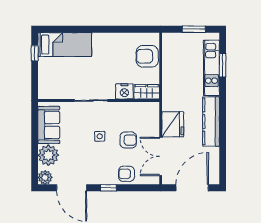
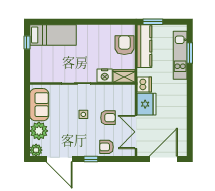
window: (194, 29) -> (153, 22), moved
armchair: (147, 56) -> (124, 45), turned 90
dishwasher: (170, 102) -> (144, 85), added
kitchen counter: (211, 122) -> (144, 46), moved, turned 180

